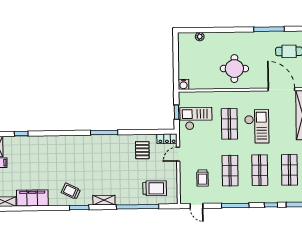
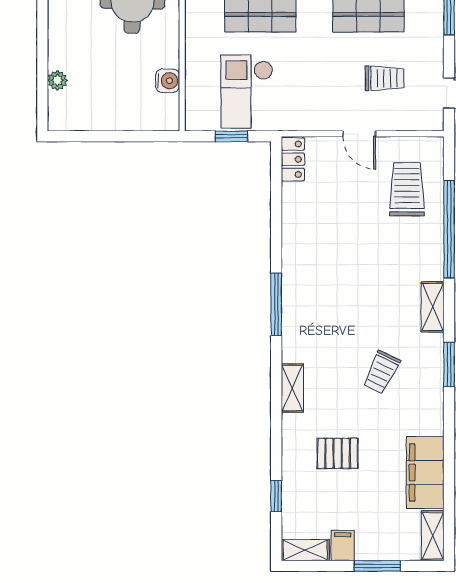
water cooler: (183, 84) -> (168, 81), moved
shelving: (68, 140) -> (292, 388), added
pallet: (142, 150) -> (338, 453), moved
door: (178, 154) -> (359, 134), moved
trolley: (71, 191) -> (381, 372), moved

